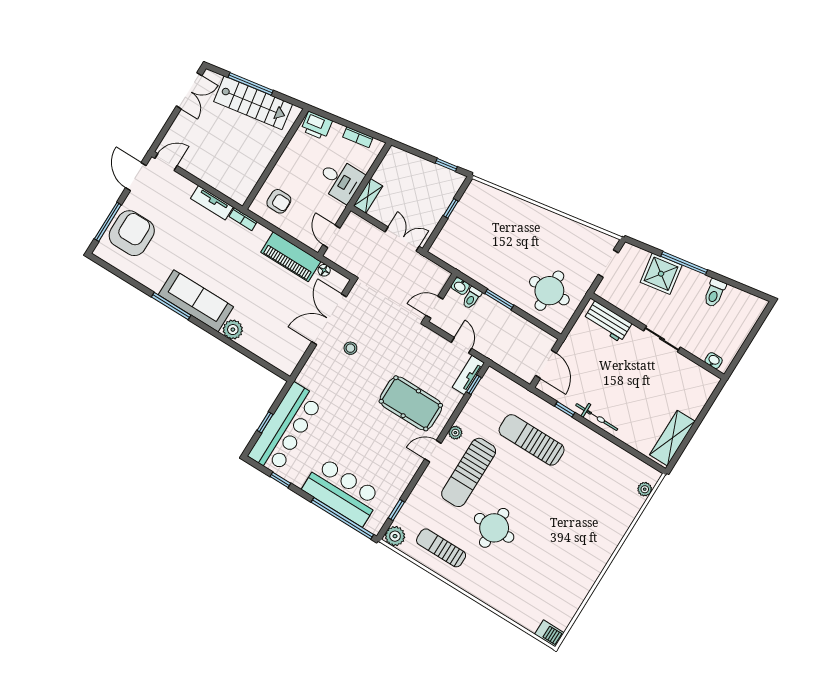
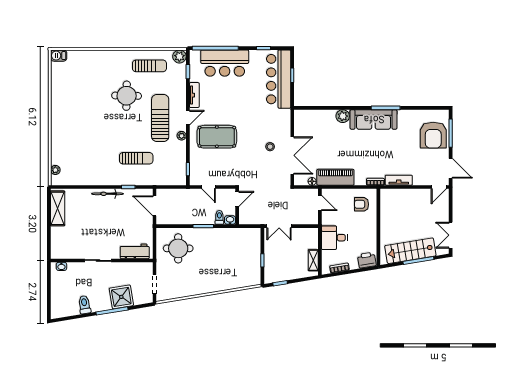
shelving: (368, 196) -> (313, 260), moved
tv unit: (468, 375) -> (194, 95), moved
sun lounger: (532, 440) -> (136, 158), width x0.73, depth x0.75

